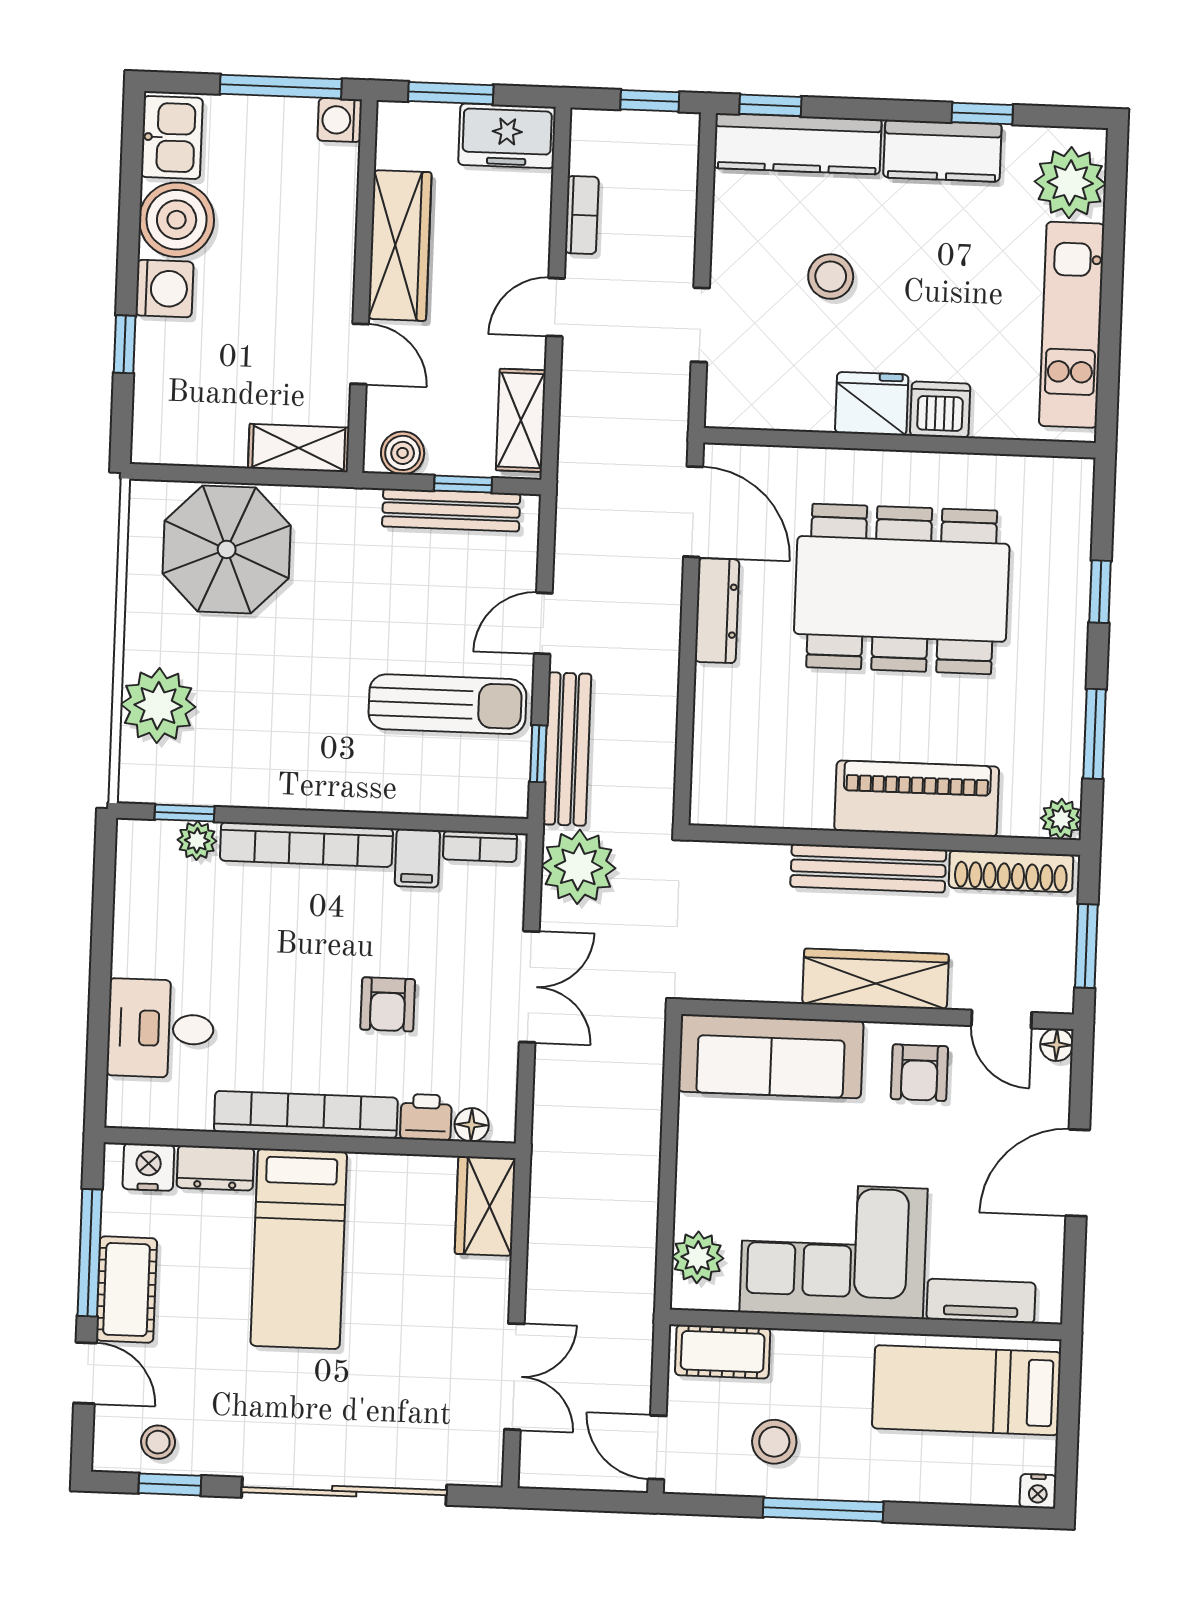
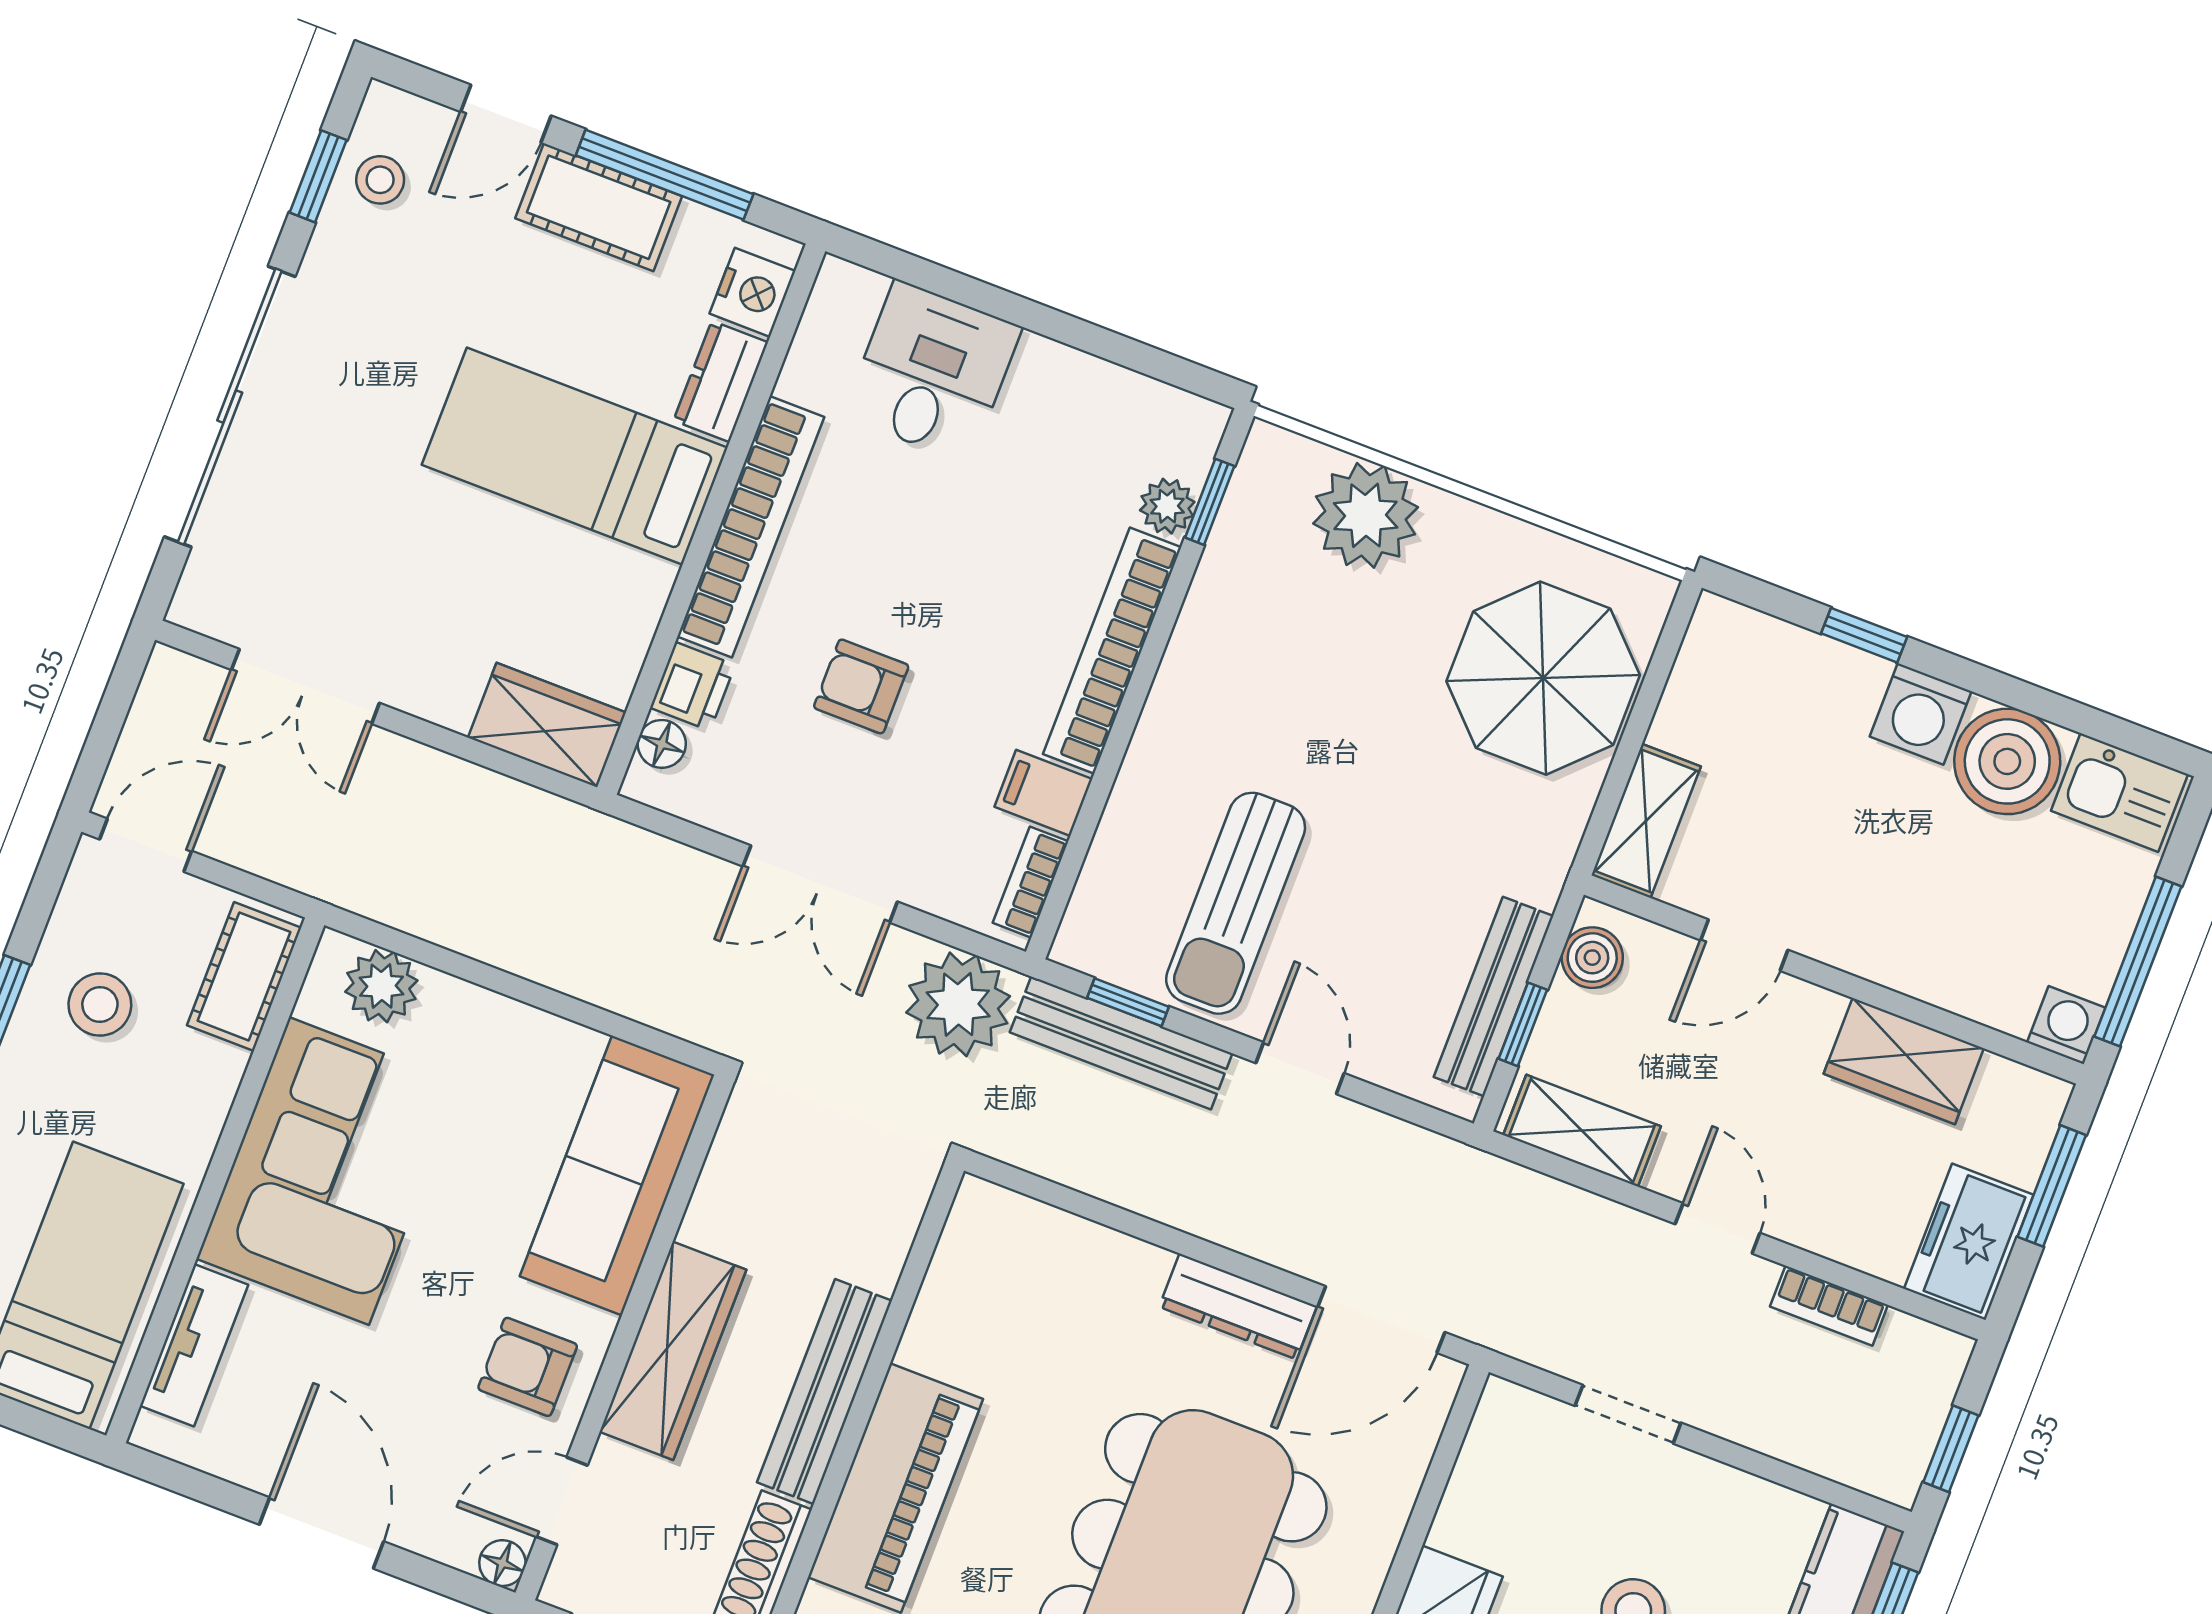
wardrobe: (400, 246) -> (1904, 1061), width x0.67

